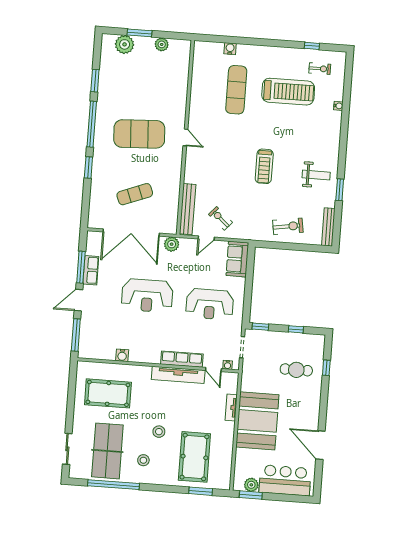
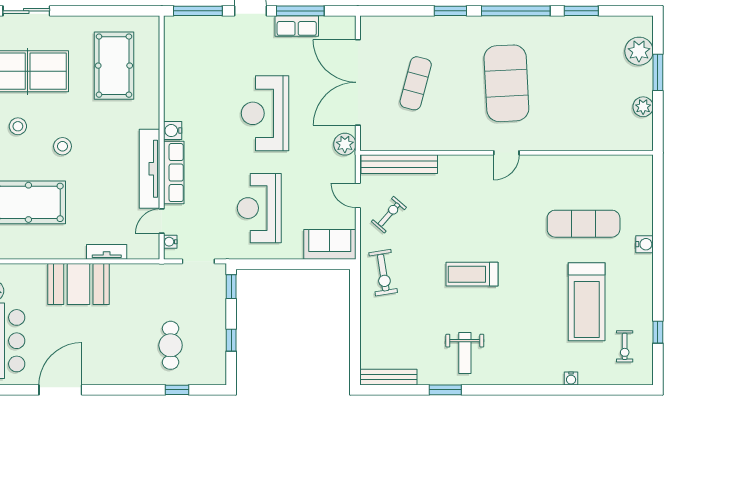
water cooler: (230, 49) -> (645, 244), moved
exercise mat: (135, 194) -> (416, 83), turned 36
exercise bike: (288, 226) -> (383, 273), moved
water cooler: (122, 355) -> (173, 131), moved
booth: (257, 421) -> (78, 284), width x0.73, depth x0.70

